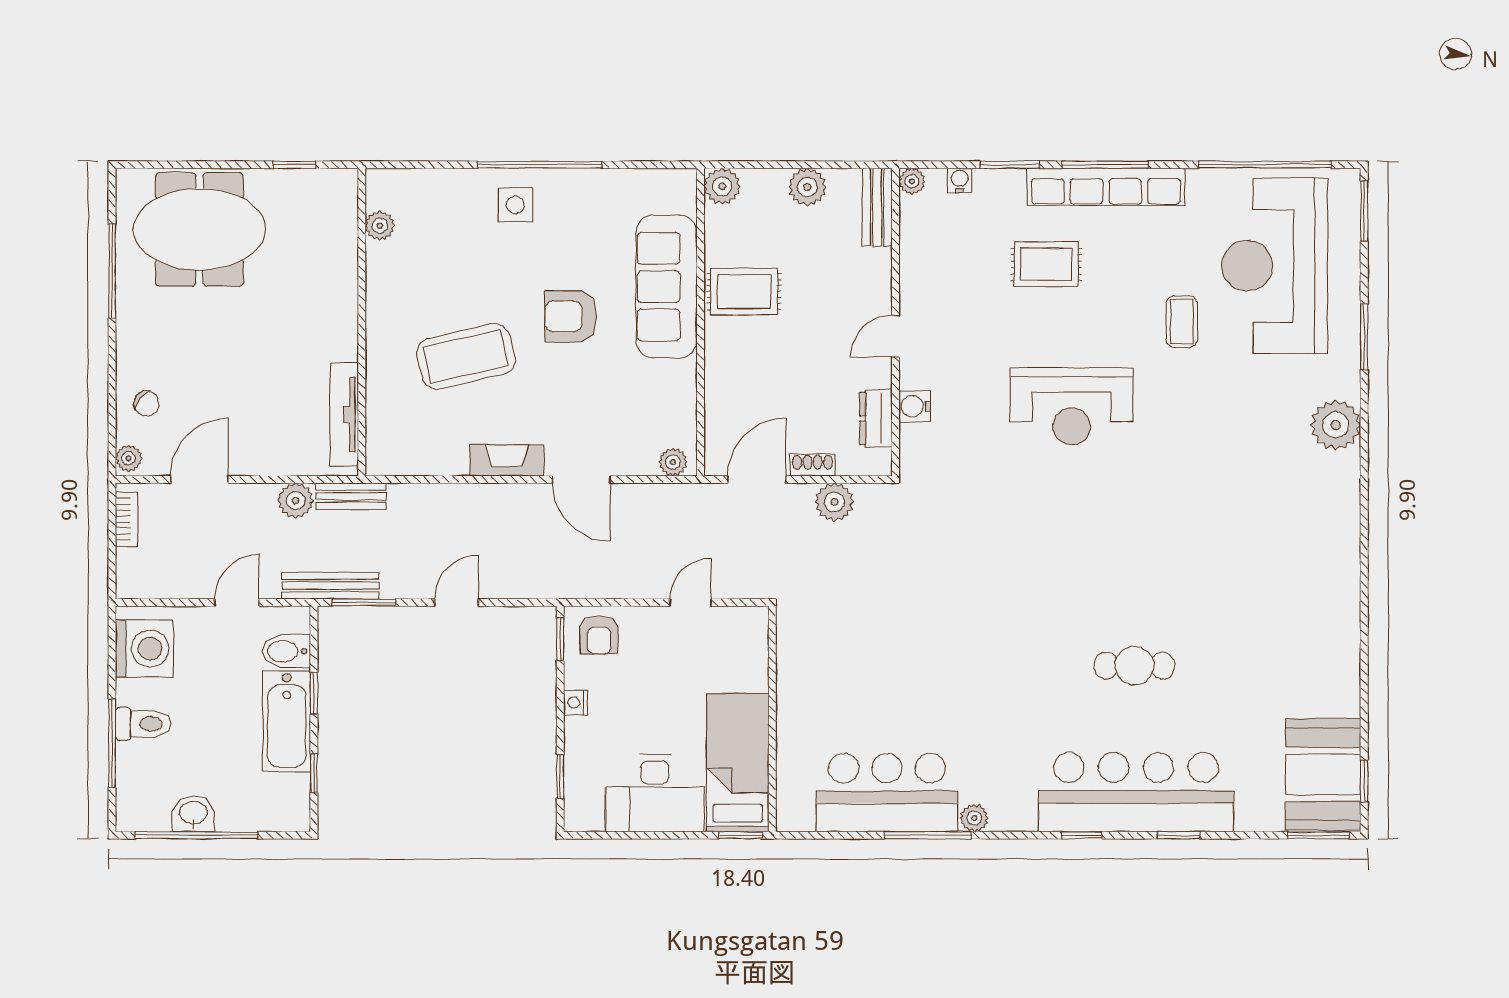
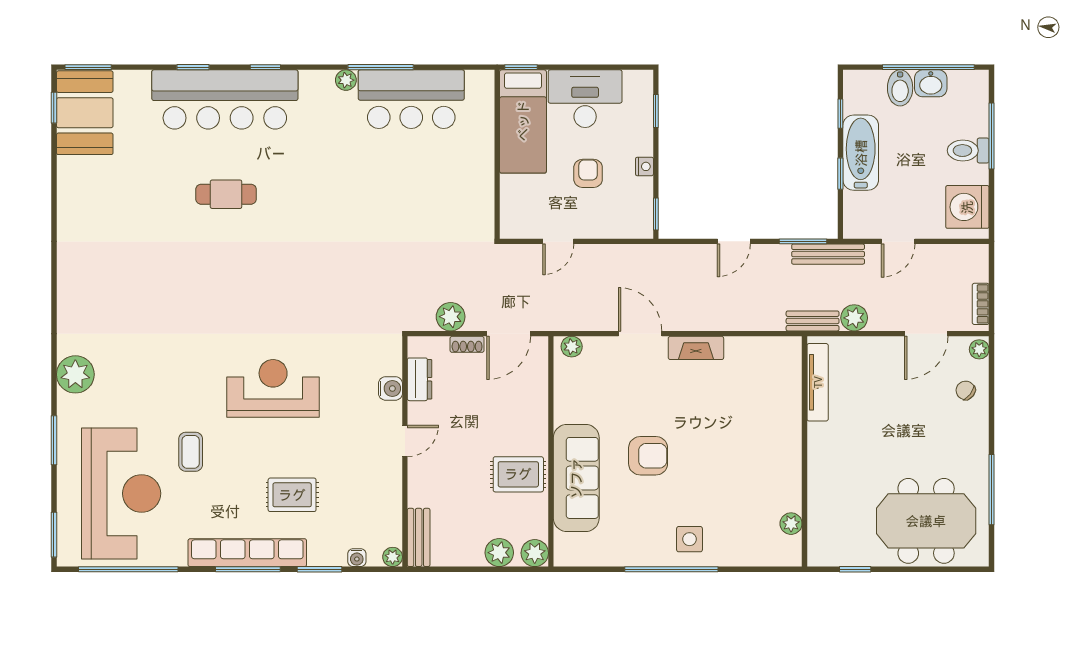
plant: (807, 187) -> (499, 553), moved
coffee table: (466, 356) -> (727, 426), removed
armchair: (599, 635) -> (588, 173), moved
bidet: (286, 651) -> (900, 88), moved, turned 90

